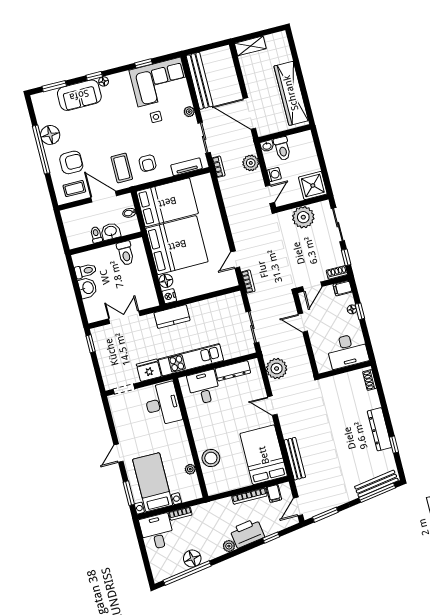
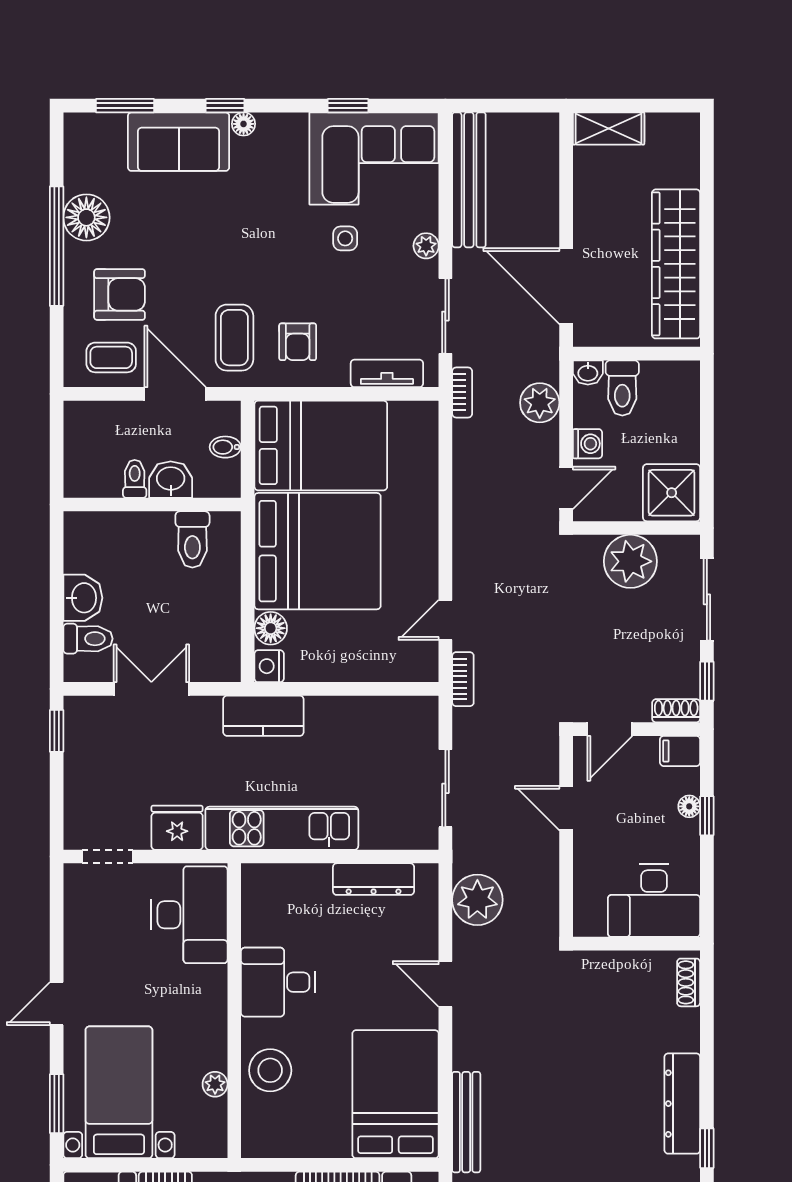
toilet: (85, 271) -> (88, 639), moved
desk: (204, 387) -> (278, 982), moved, turned -90

